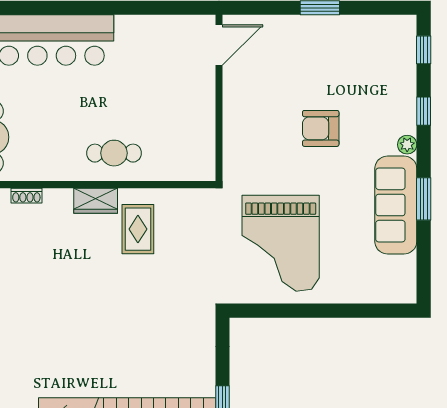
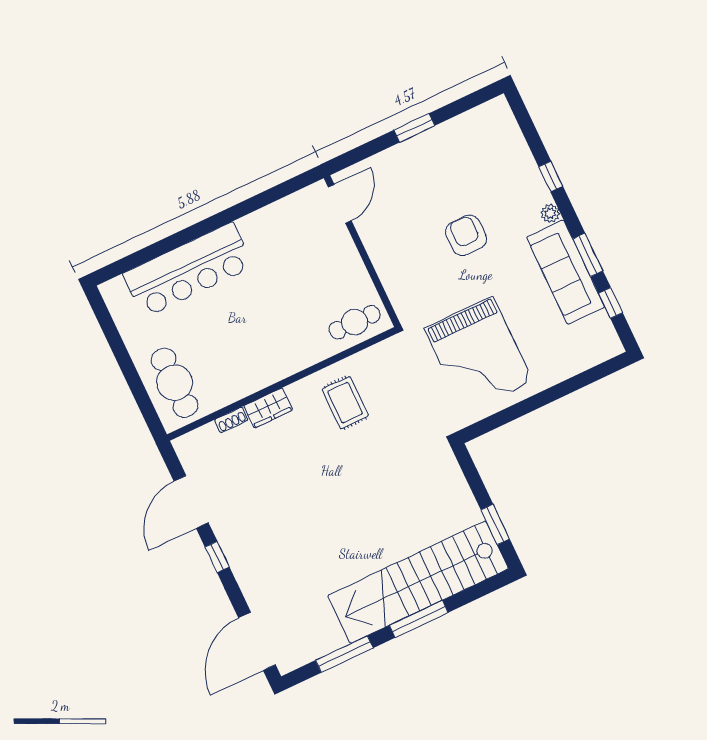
window: (424, 50) -> (611, 303), moved
armchair: (321, 128) -> (466, 235), turned 90
cafe table: (114, 153) -> (355, 322), moved
wardrobe: (96, 201) -> (268, 408), moved

